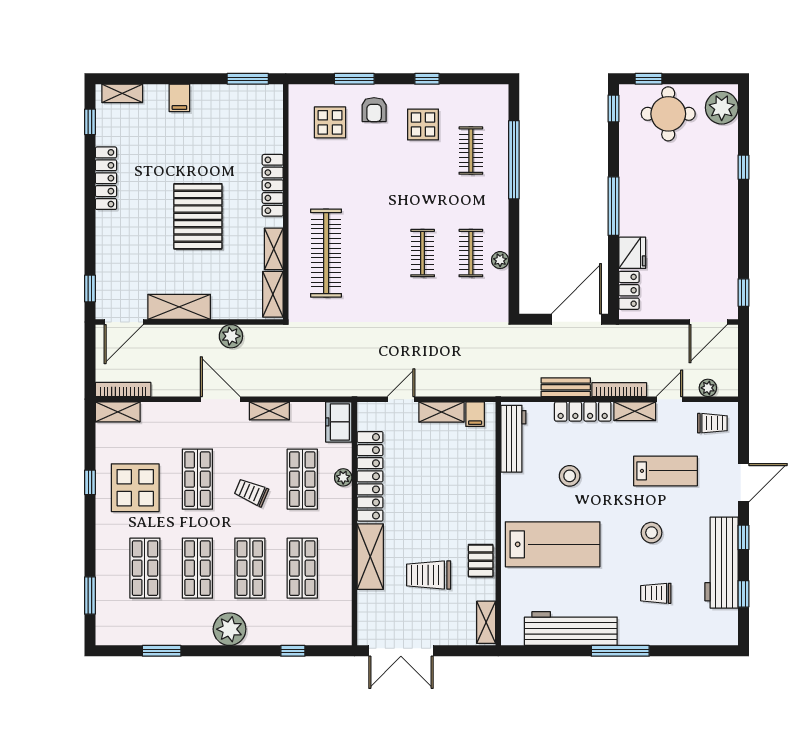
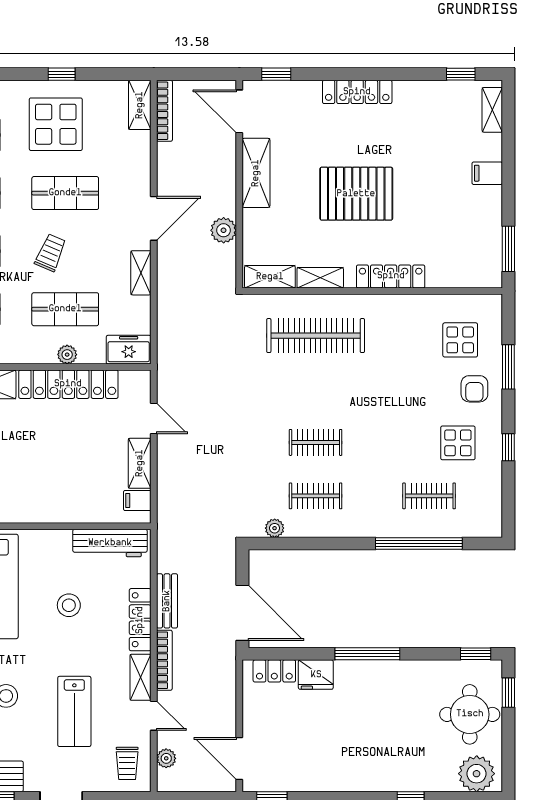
armchair: (374, 110) -> (474, 389), turned -90
locker: (106, 178) -> (357, 92), moved
plant: (500, 260) -> (275, 528), moved

